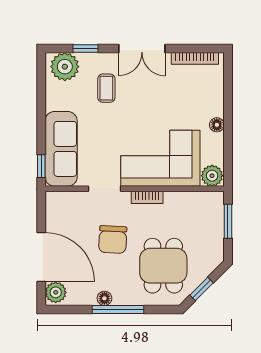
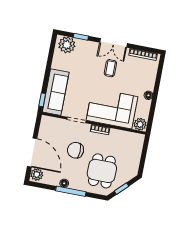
coffee table: (106, 88) -> (110, 68), moved
window: (228, 221) -> (144, 152), removed
chair: (113, 240) -> (75, 150), turned 87

